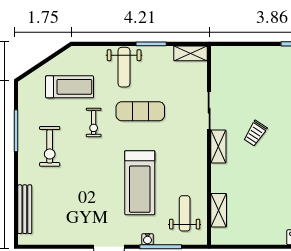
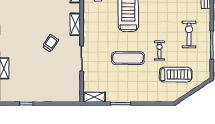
weight bench: (124, 67) -> (139, 88), removed
treadmill: (70, 87) -> (176, 75), turned 180
shelving: (218, 146) -> (75, 24), moved

